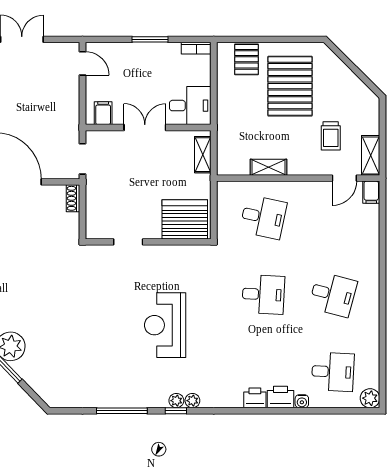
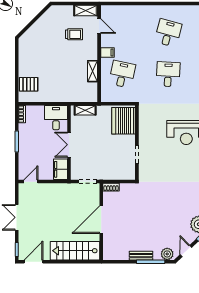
pallet: (290, 86) -> (44, 58), removed
filing cabinet: (103, 113) -> (60, 169), width x2.00
filing cabinet: (371, 192) -> (107, 52), moved

